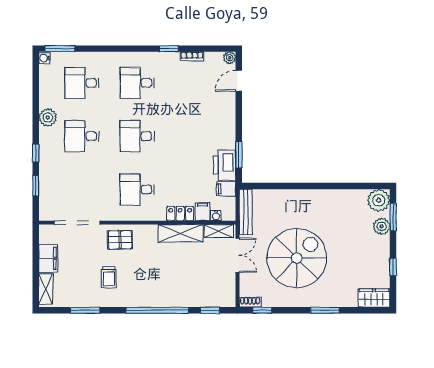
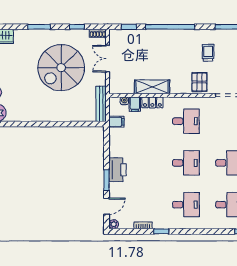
window: (239, 155) -> (107, 180), moved
printer: (225, 165) -> (118, 170), moved
shelving: (219, 231) -> (122, 89), removed
pallet: (120, 240) -> (199, 82), turned 90
double door: (237, 255) -> (108, 59), moved
window: (262, 310) -> (77, 27), moved

